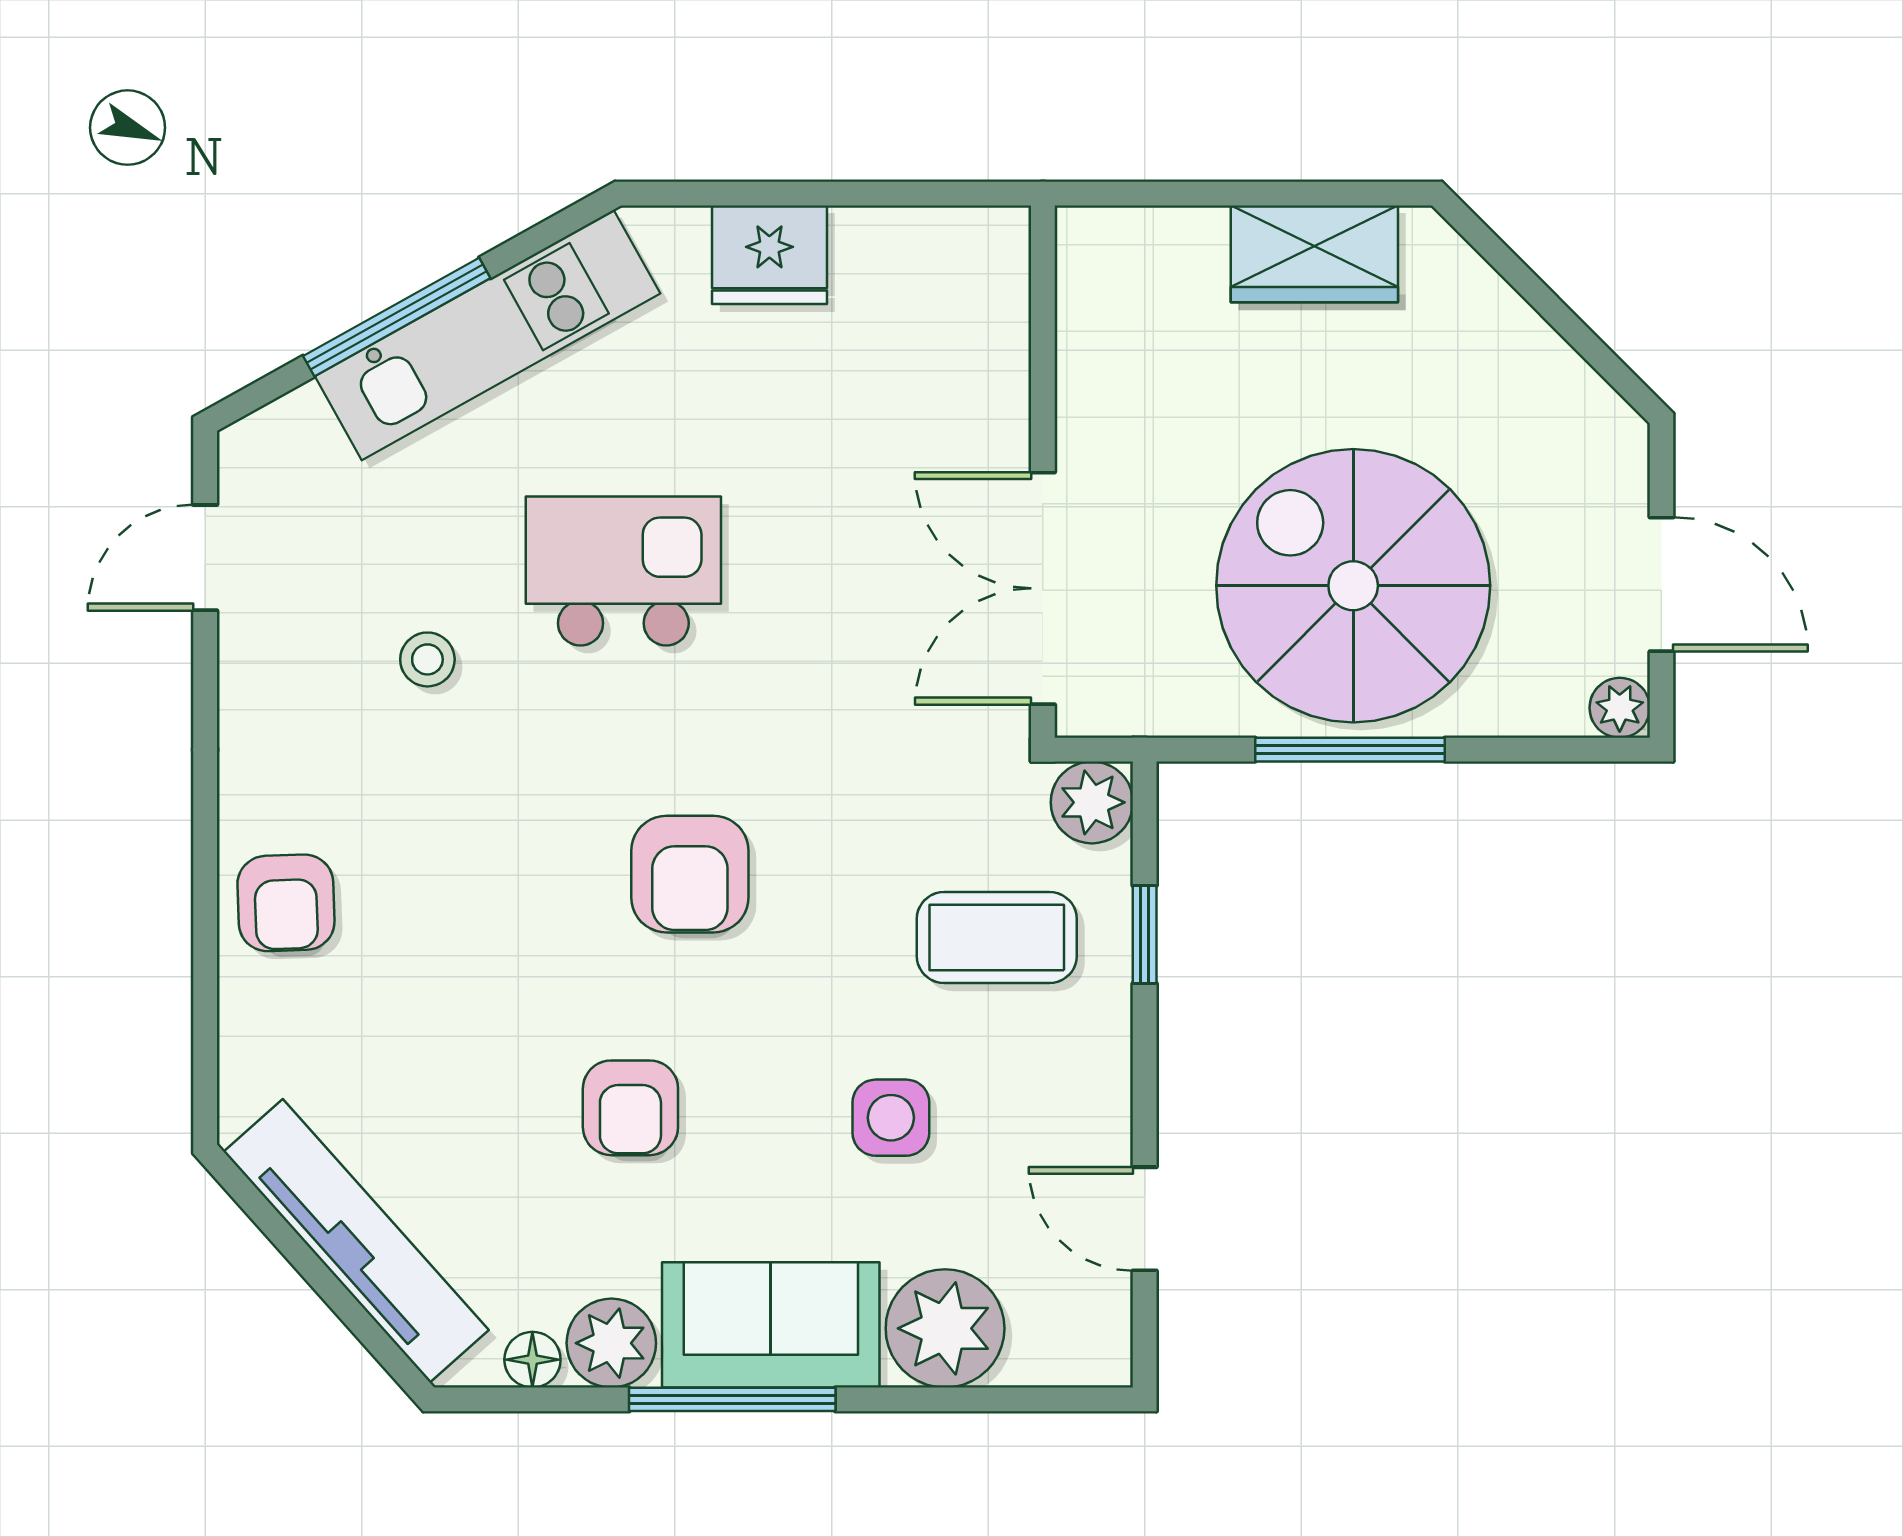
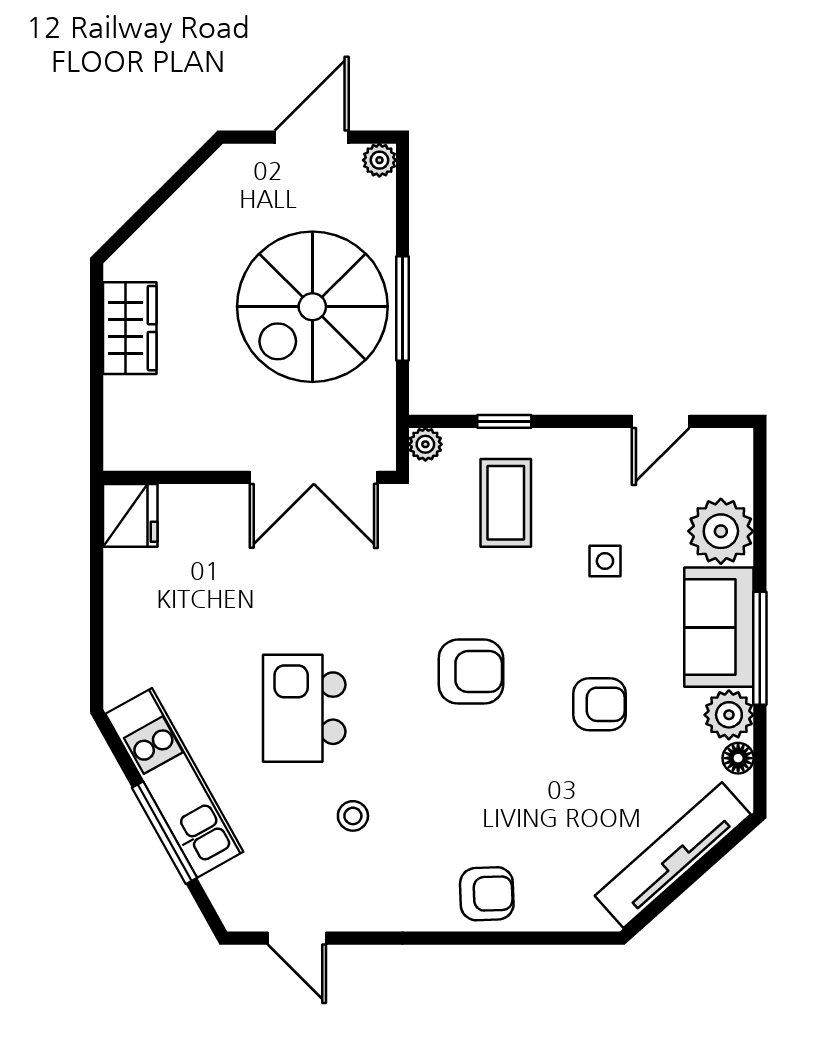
fridge: (769, 255) -> (130, 515), moved
plant: (1092, 802) -> (425, 444), width x0.73, depth x0.73
side table: (891, 1118) -> (605, 561), width x0.73, depth x0.73

